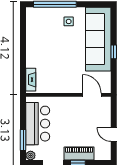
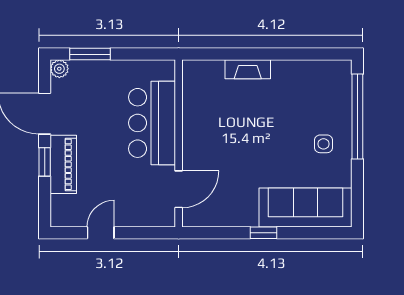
sofa: (98, 39) -> (305, 207), width x0.74, depth x0.79
fireplace: (31, 80) -> (248, 69), moved
bar counter: (38, 124) -> (152, 123), moved, turned 90

